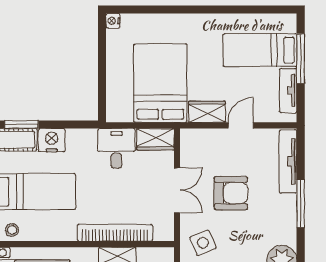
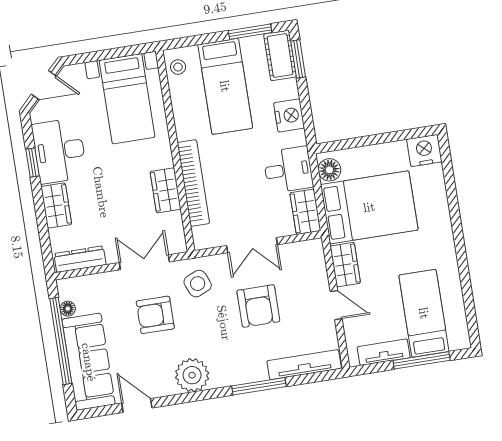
nightstand: (113, 21) -> (424, 150), width x1.89, depth x1.79
floor lamp: (122, 113) -> (329, 170), added
nightstand: (52, 140) -> (289, 115), moved

